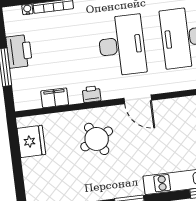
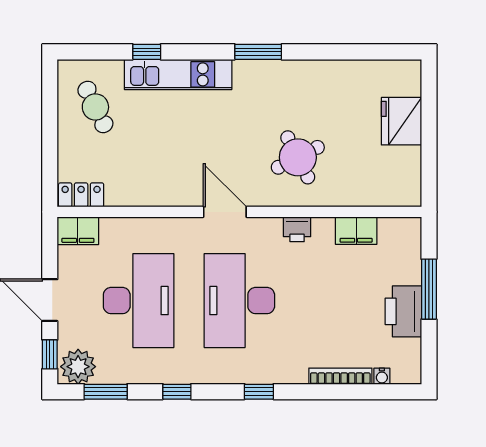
fridge: (31, 141) -> (401, 121), moved

